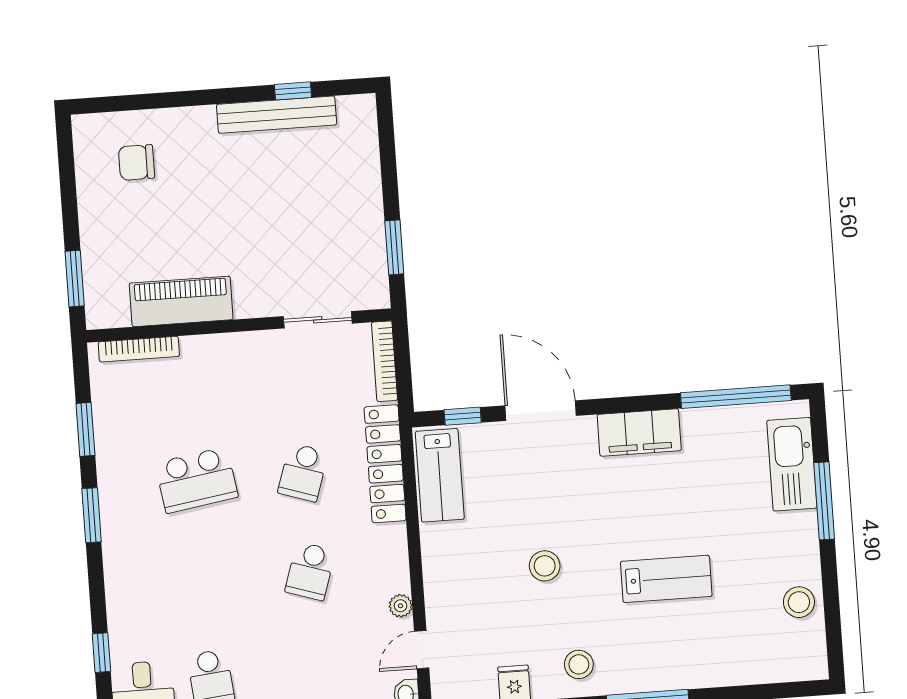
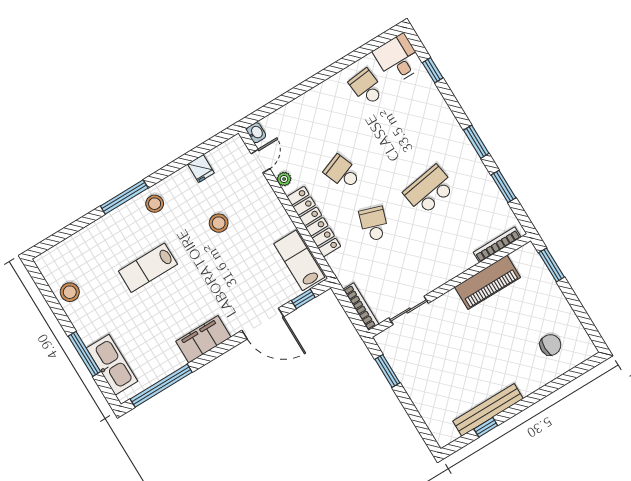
locker: (385, 464) -> (314, 222), moved
stool: (545, 566) -> (219, 223), moved
school desk: (310, 571) -> (343, 172), turned -39
stool: (579, 664) -> (155, 204), moved

